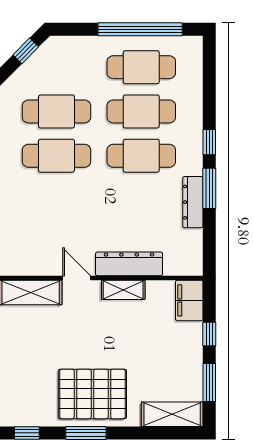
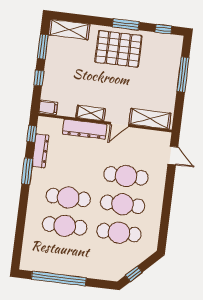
cafe table: (141, 67) -> (126, 176), moved
window: (209, 142) -> (32, 134), moved
dresser: (193, 202) -> (40, 151), moved
door: (77, 278) -> (119, 124), hinge flipped
filing cabinet: (189, 300) -> (48, 108), width x0.50

